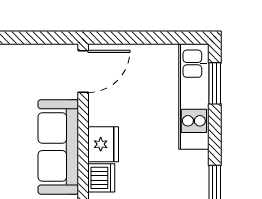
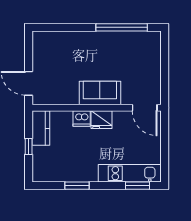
sofa: (58, 147) -> (100, 93), width x0.73

